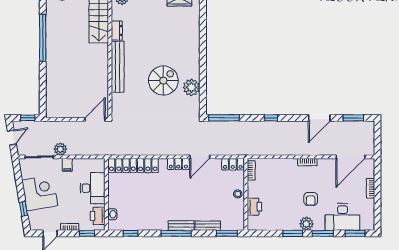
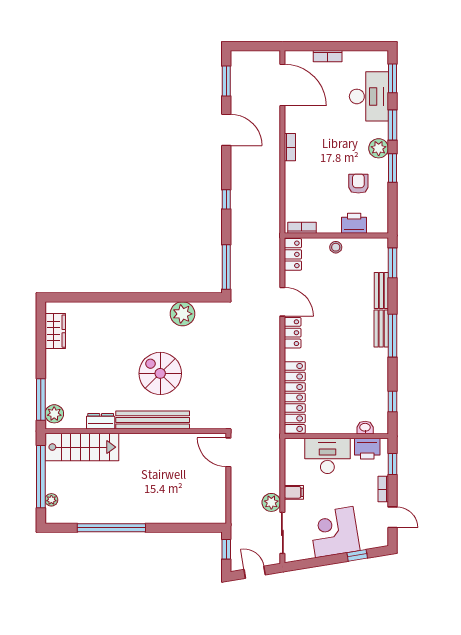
spiral stairs: (163, 81) -> (160, 373), moved
armchair: (311, 199) -> (358, 184), moved, turned -90

